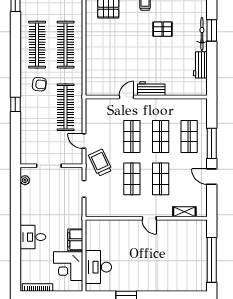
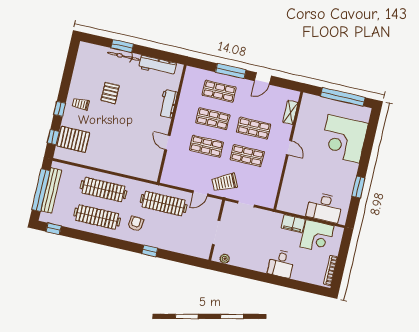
workbench: (200, 65) -> (158, 66), width x1.38
workbench: (151, 89) -> (168, 104), moved
door: (149, 218) -> (289, 148), hinge flipped
corner desk: (171, 271) -> (344, 139), added

